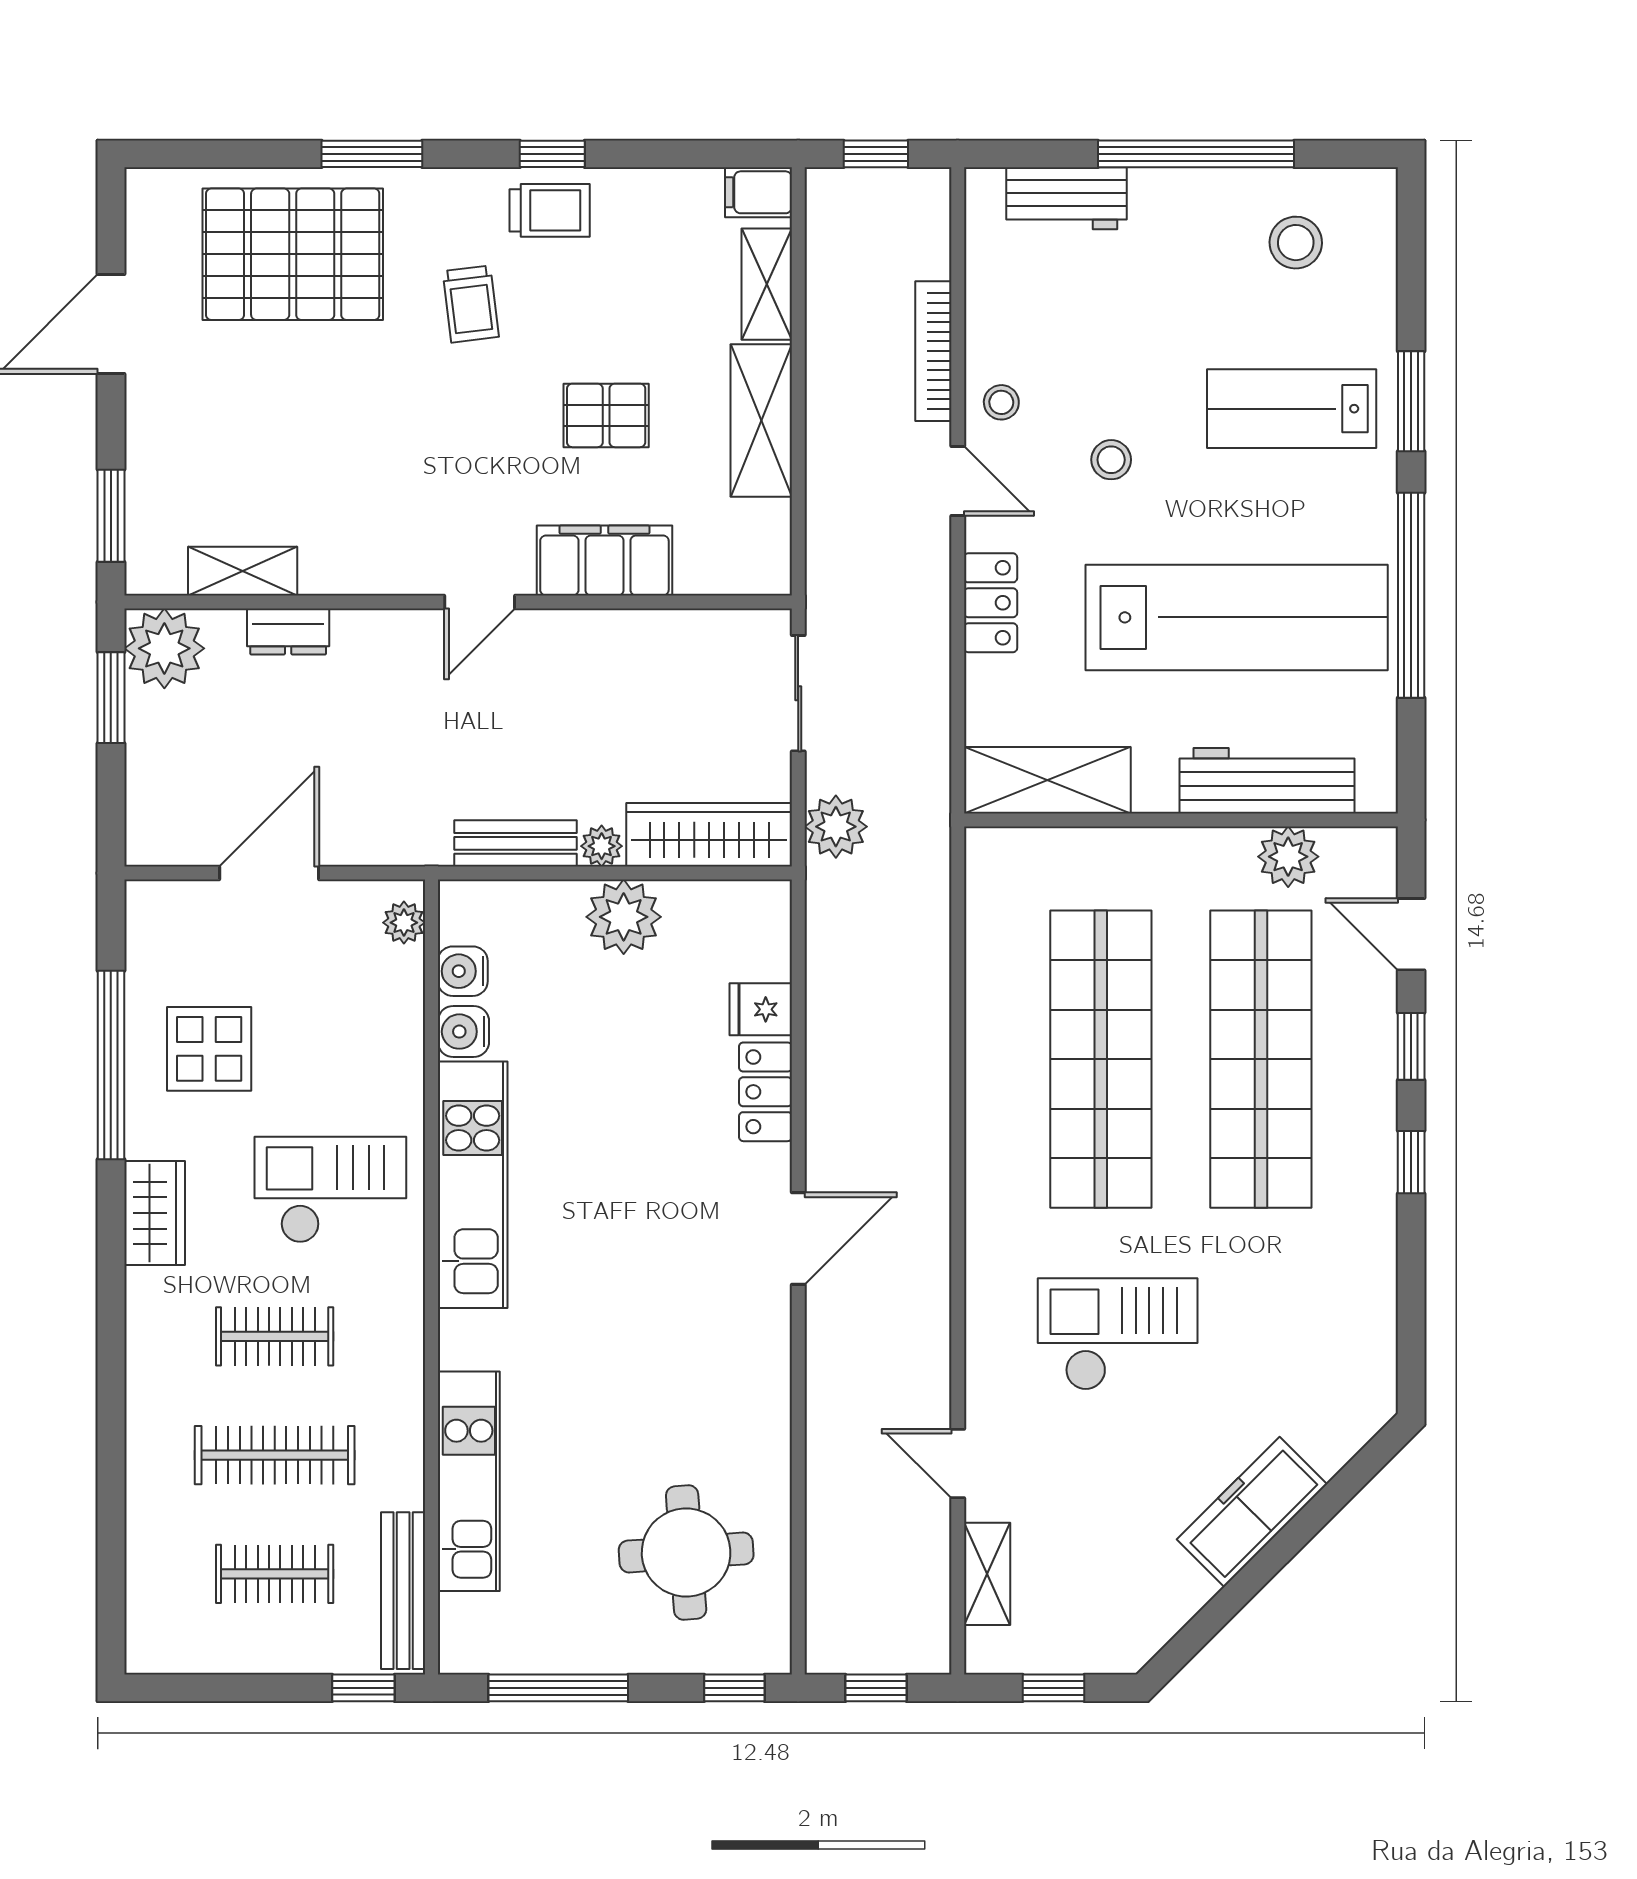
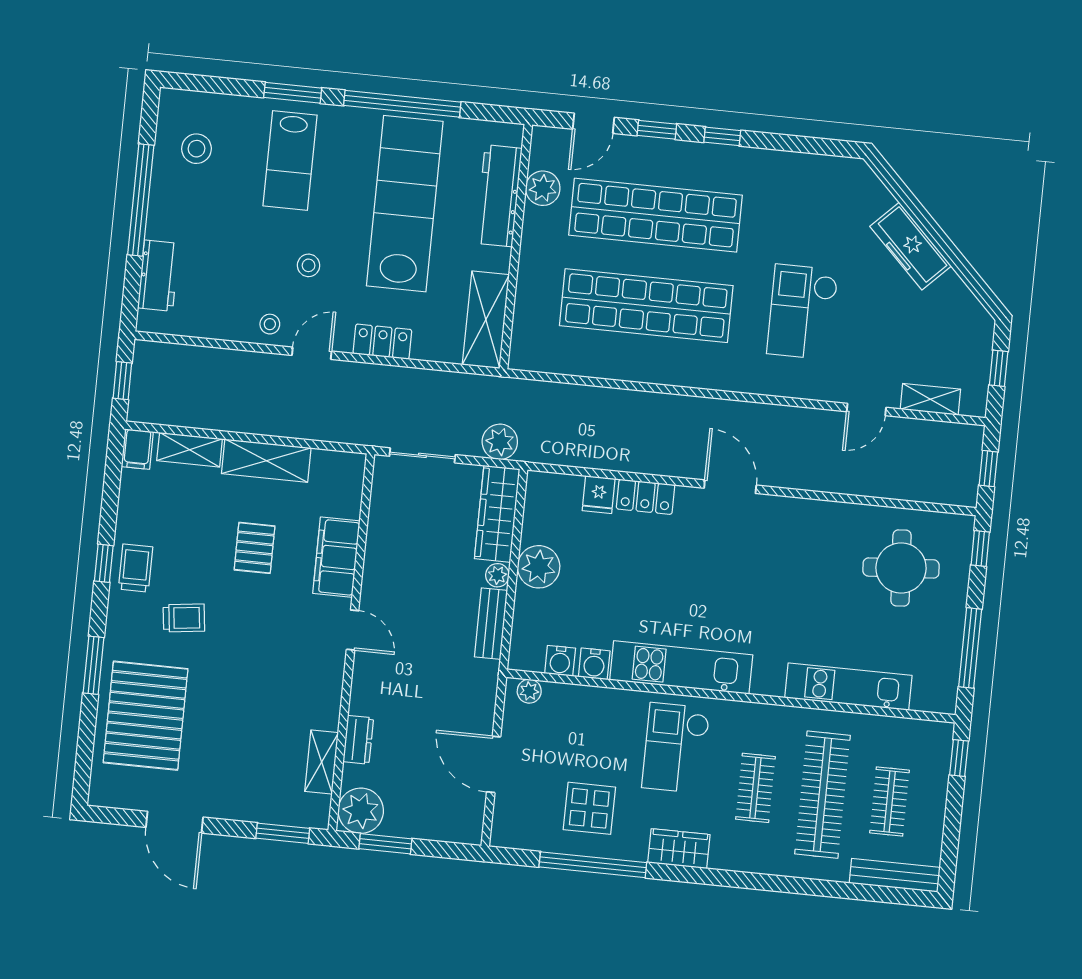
bookcase: (933, 351) -> (237, 360), removed
clothes rail: (275, 1455) -> (822, 795), width x1.37, depth x1.31
bench: (403, 1591) -> (895, 875), moved

